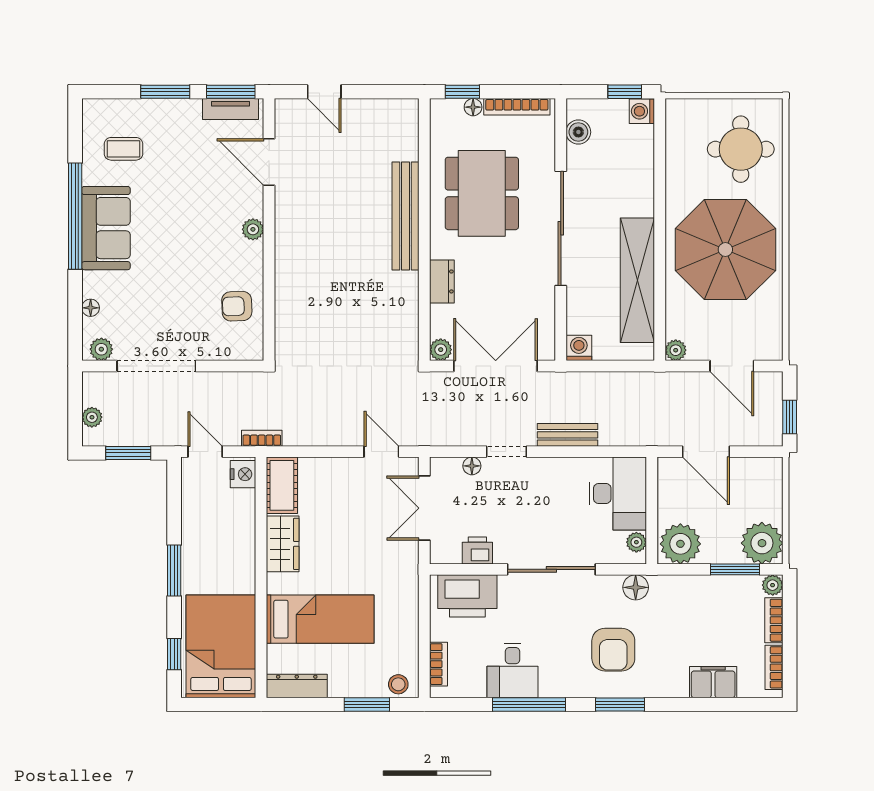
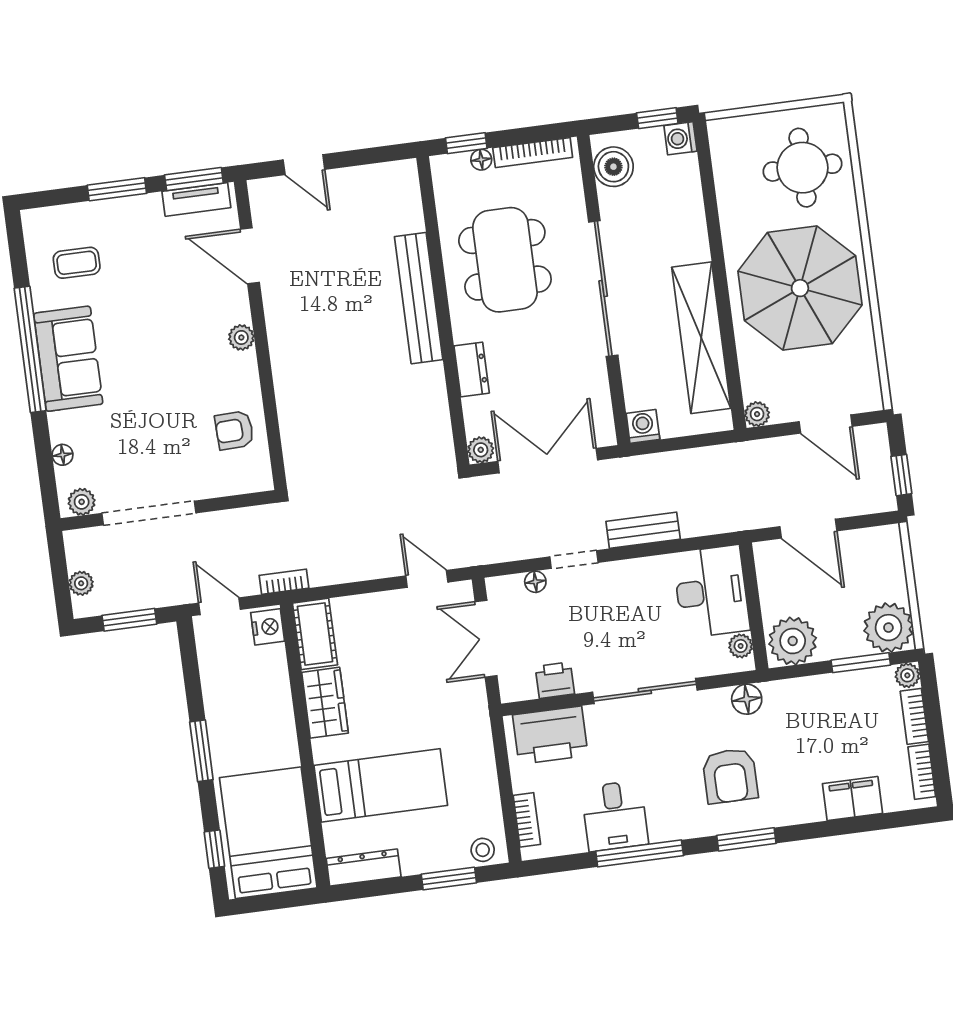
boiler: (578, 132) -> (613, 167), width x1.36, depth x1.36

